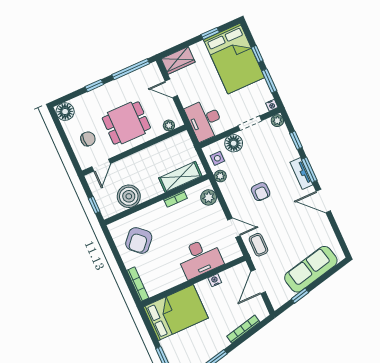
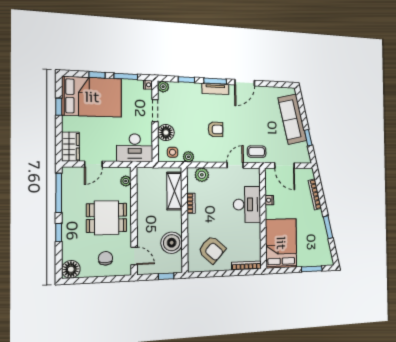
dining table: (126, 123) -> (107, 218), turned 90

